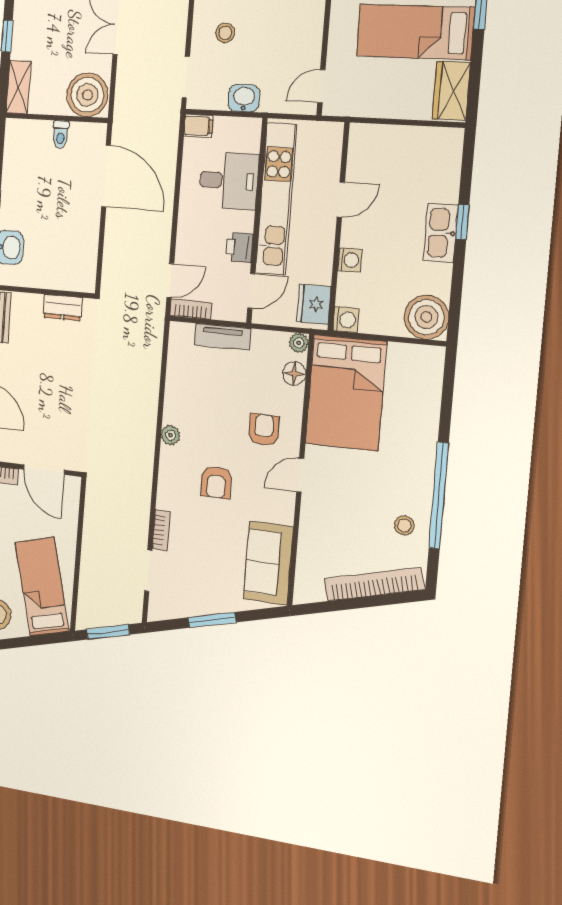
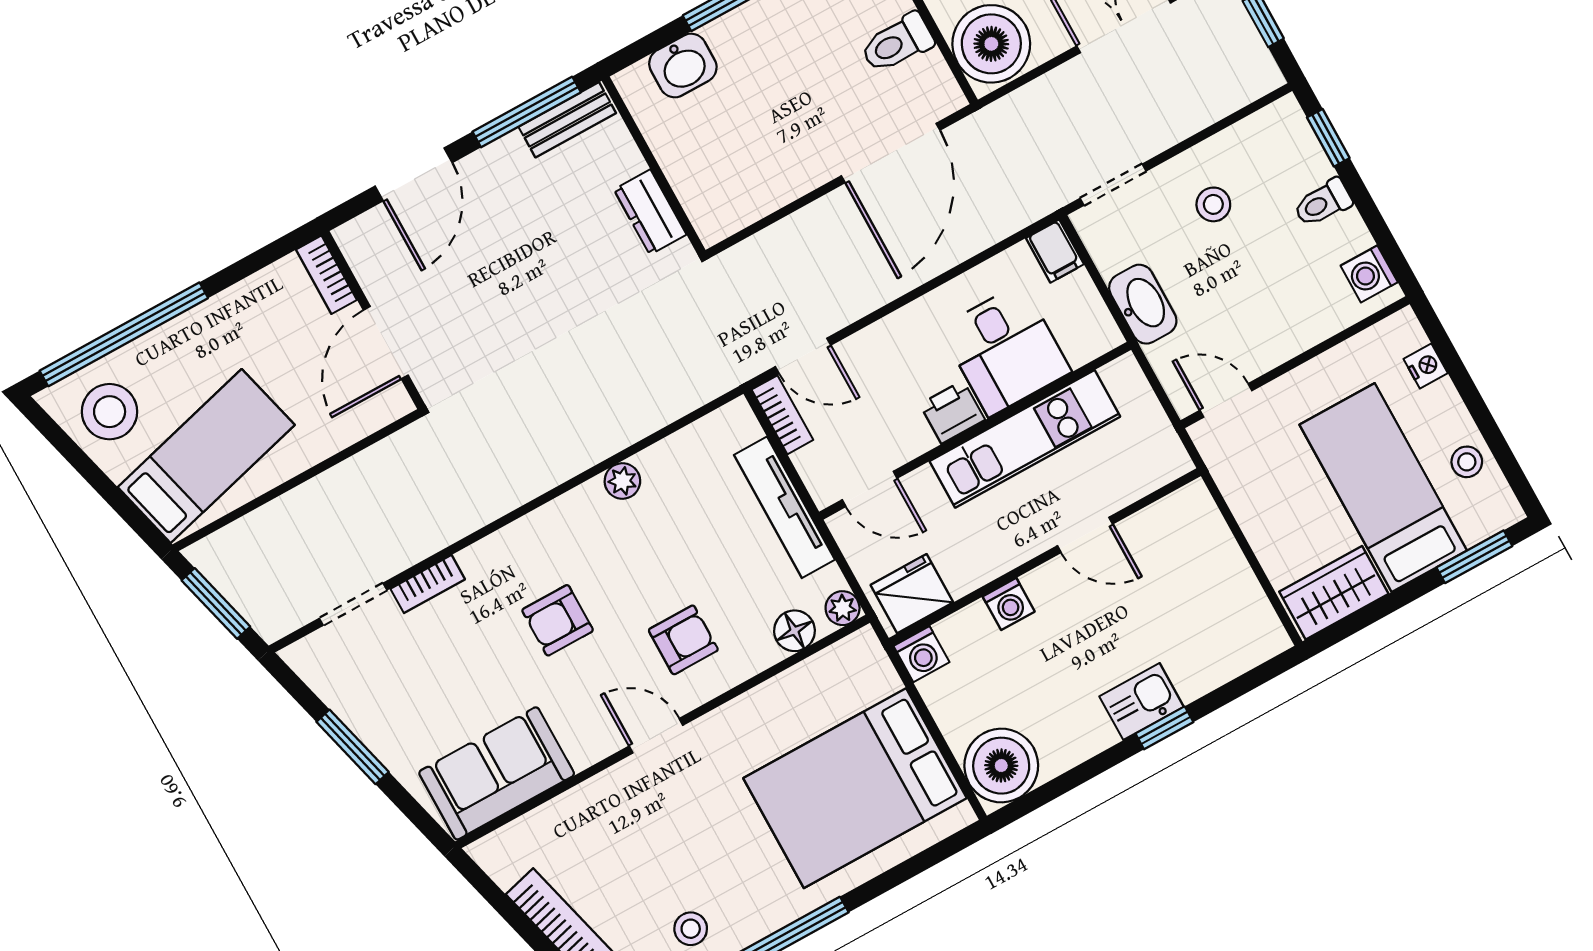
washbasin: (244, 98) -> (1143, 304), width x1.38
toilet: (61, 135) -> (897, 43), width x1.37, depth x1.39
kitchen unit: (276, 199) -> (1025, 439), width x0.73
kitchen sink: (441, 233) -> (1142, 702), width x0.73
printer: (239, 248) -> (952, 412), moved
tv unit: (222, 337) -> (784, 507), width x1.41
bed: (346, 393) -> (855, 788), moved
plant: (171, 435) -> (622, 481), moved

